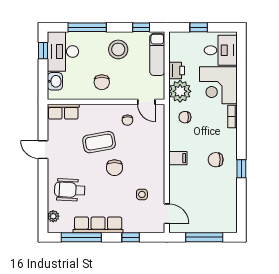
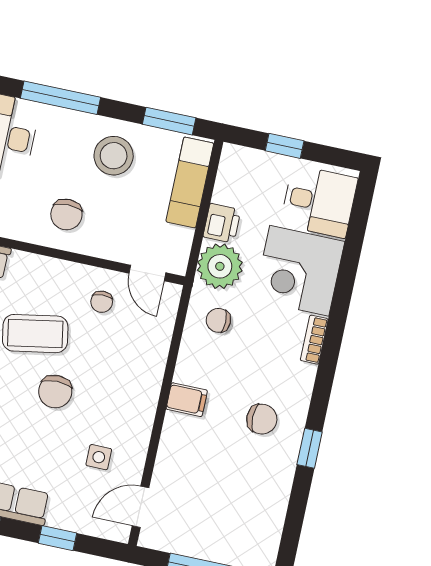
window: (141, 27) -> (169, 121), width x1.50
chair: (216, 160) -> (262, 419), turned 180
door: (167, 214) -> (140, 507), swing flipped

